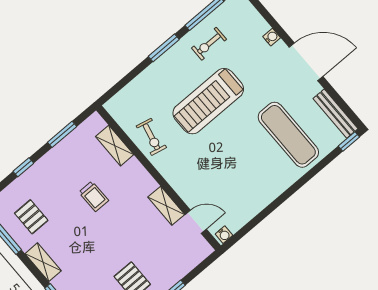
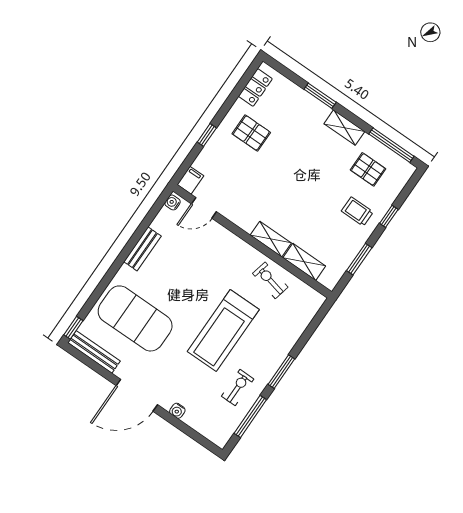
treadmill: (208, 101) -> (223, 331), turned 180
exercise mat: (288, 135) -> (135, 318), width x1.47
trolley: (94, 196) -> (357, 211), moved
bench: (264, 198) -> (142, 249), added
shelving: (166, 206) -> (271, 239), moved
filing cabinet: (202, 251) -> (190, 180), added

